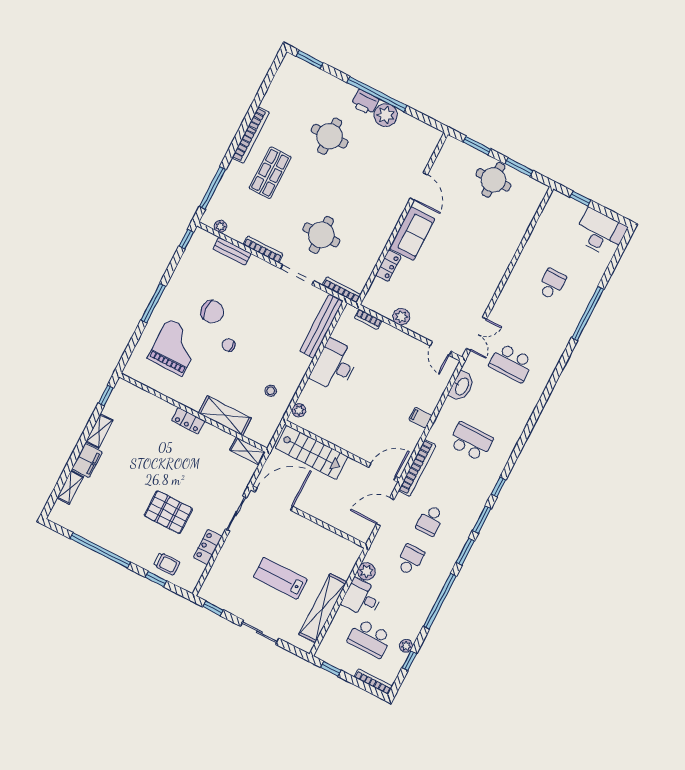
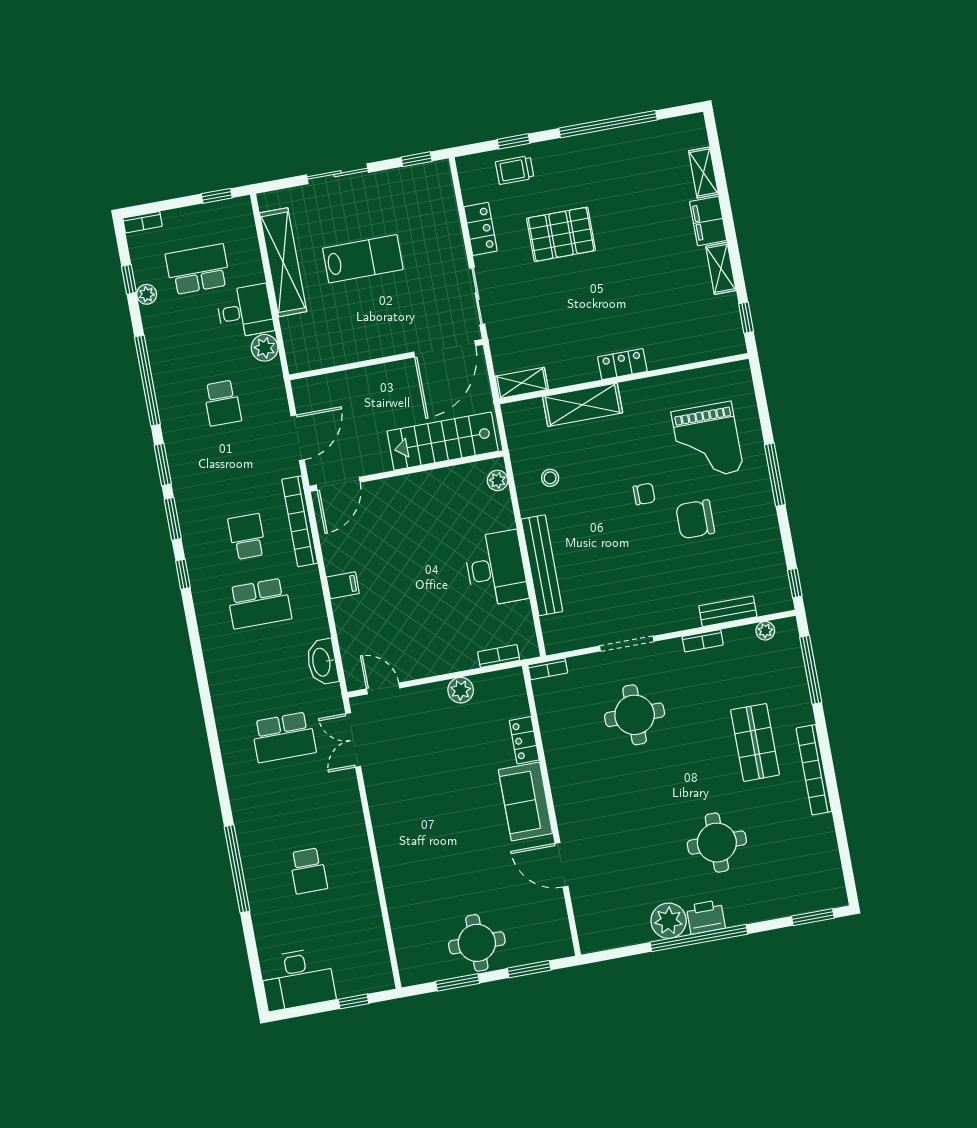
bookcase: (263, 249) -> (703, 641), width x0.64
bookcase: (342, 290) -> (548, 669), width x0.64
bench: (321, 326) -> (542, 565), moved
school desk: (511, 363) -> (284, 737), turned 180
school desk: (430, 520) -> (247, 537), moved
bookcase: (373, 682) -> (142, 222), width x0.64

